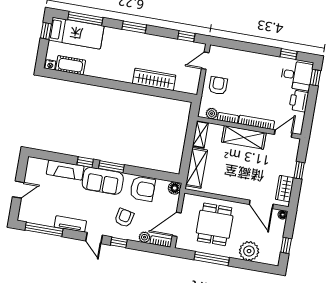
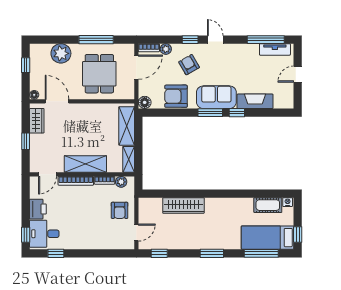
armchair: (124, 218) -> (189, 65), turned 138
tv unit: (70, 224) -> (275, 49), moved

